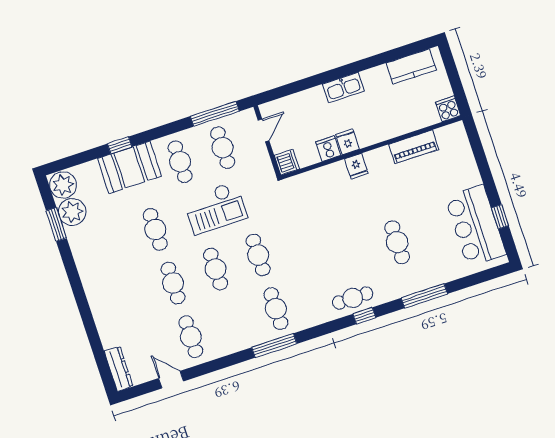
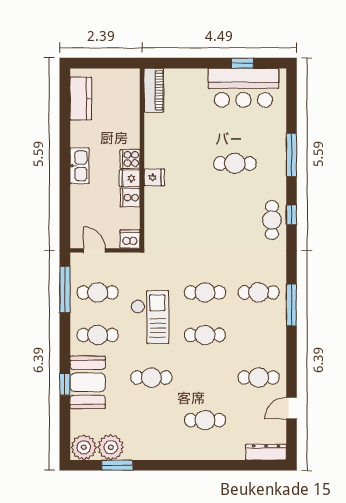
cooker: (448, 109) -> (130, 159), moved
piano: (414, 147) -> (154, 90), moved
cafe table: (173, 283) -> (205, 420), moved

